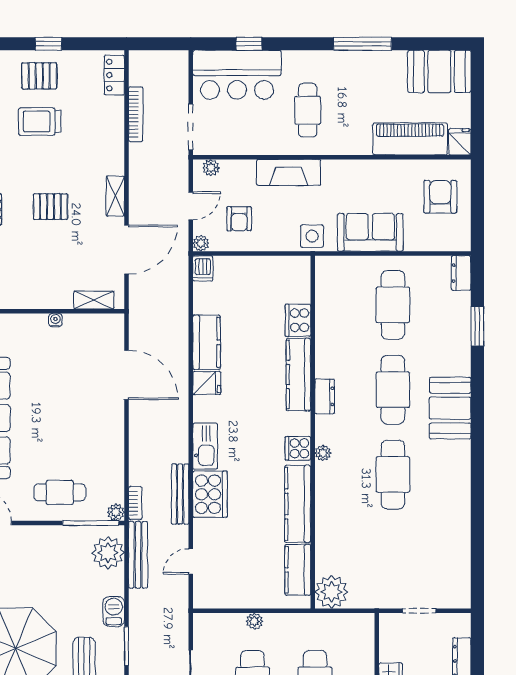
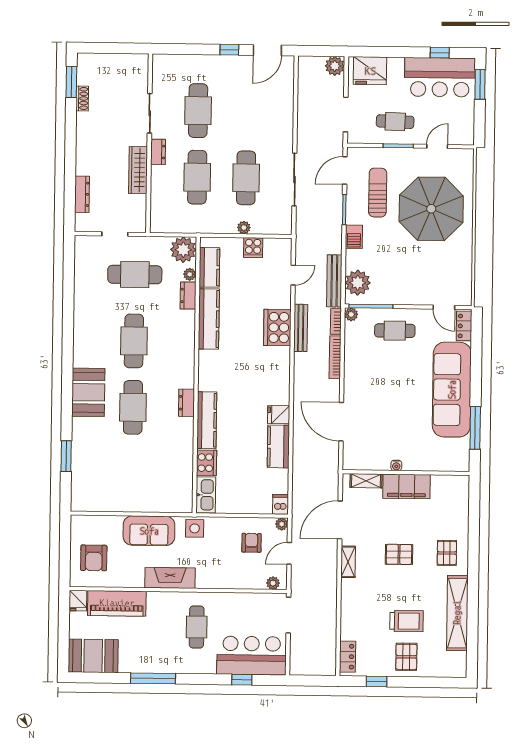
window: (48, 44) -> (377, 682), moved
pallet: (39, 76) -> (406, 657), turned 90
bookcase: (136, 114) -> (335, 357), moved
fireplace: (289, 172) -> (170, 578), moved
dresser: (461, 273) -> (188, 295), moved, turned 180
filing cabinet: (42, 293) -> (407, 486), added
cafe table: (393, 305) -> (135, 275), moved, turned 90
kitchen sink: (205, 446) -> (206, 495), moved, turned 180
cooker: (298, 448) -> (253, 248), moved, turned 90
plant: (323, 453) -> (190, 274), moved

